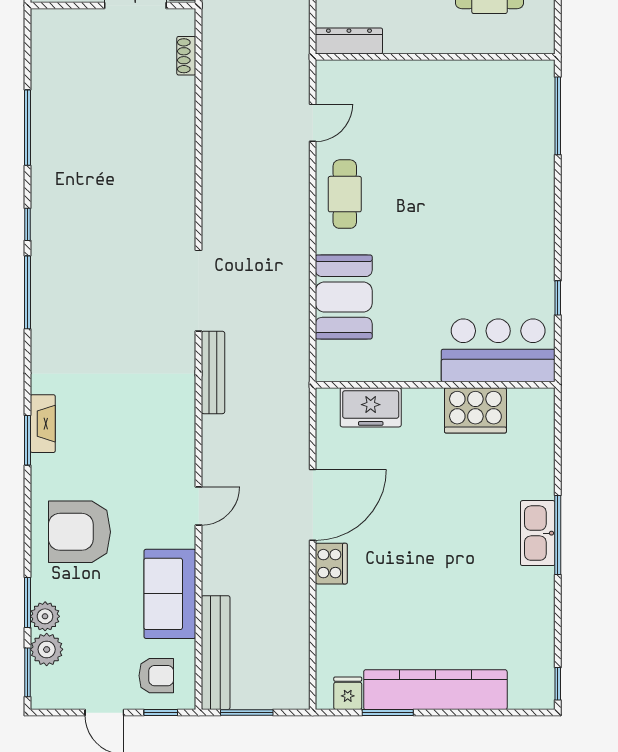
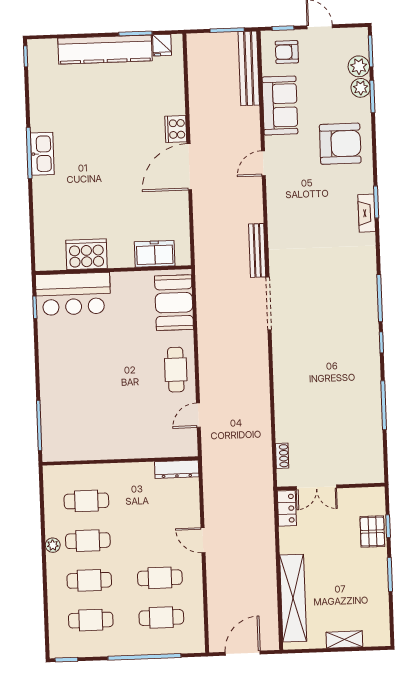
bar counter: (498, 350) -> (73, 294), moved
wall: (435, 385) -> (113, 270), moved
freezer: (371, 407) -> (155, 254), moved
cooker: (475, 410) -> (86, 254), moved

